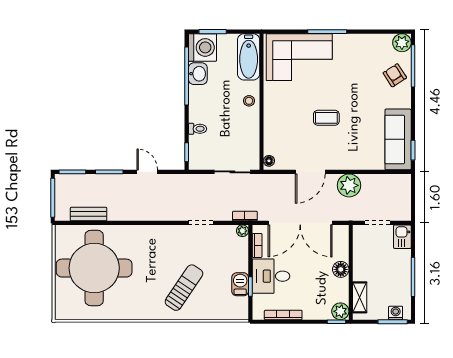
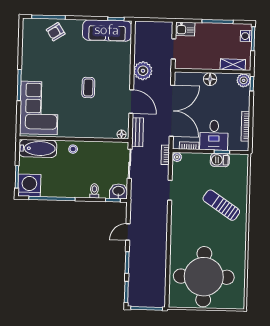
plant: (402, 43) -> (30, 25), removed
washbasin: (198, 74) -> (119, 191), moved
bench: (89, 214) -> (138, 132), moved

